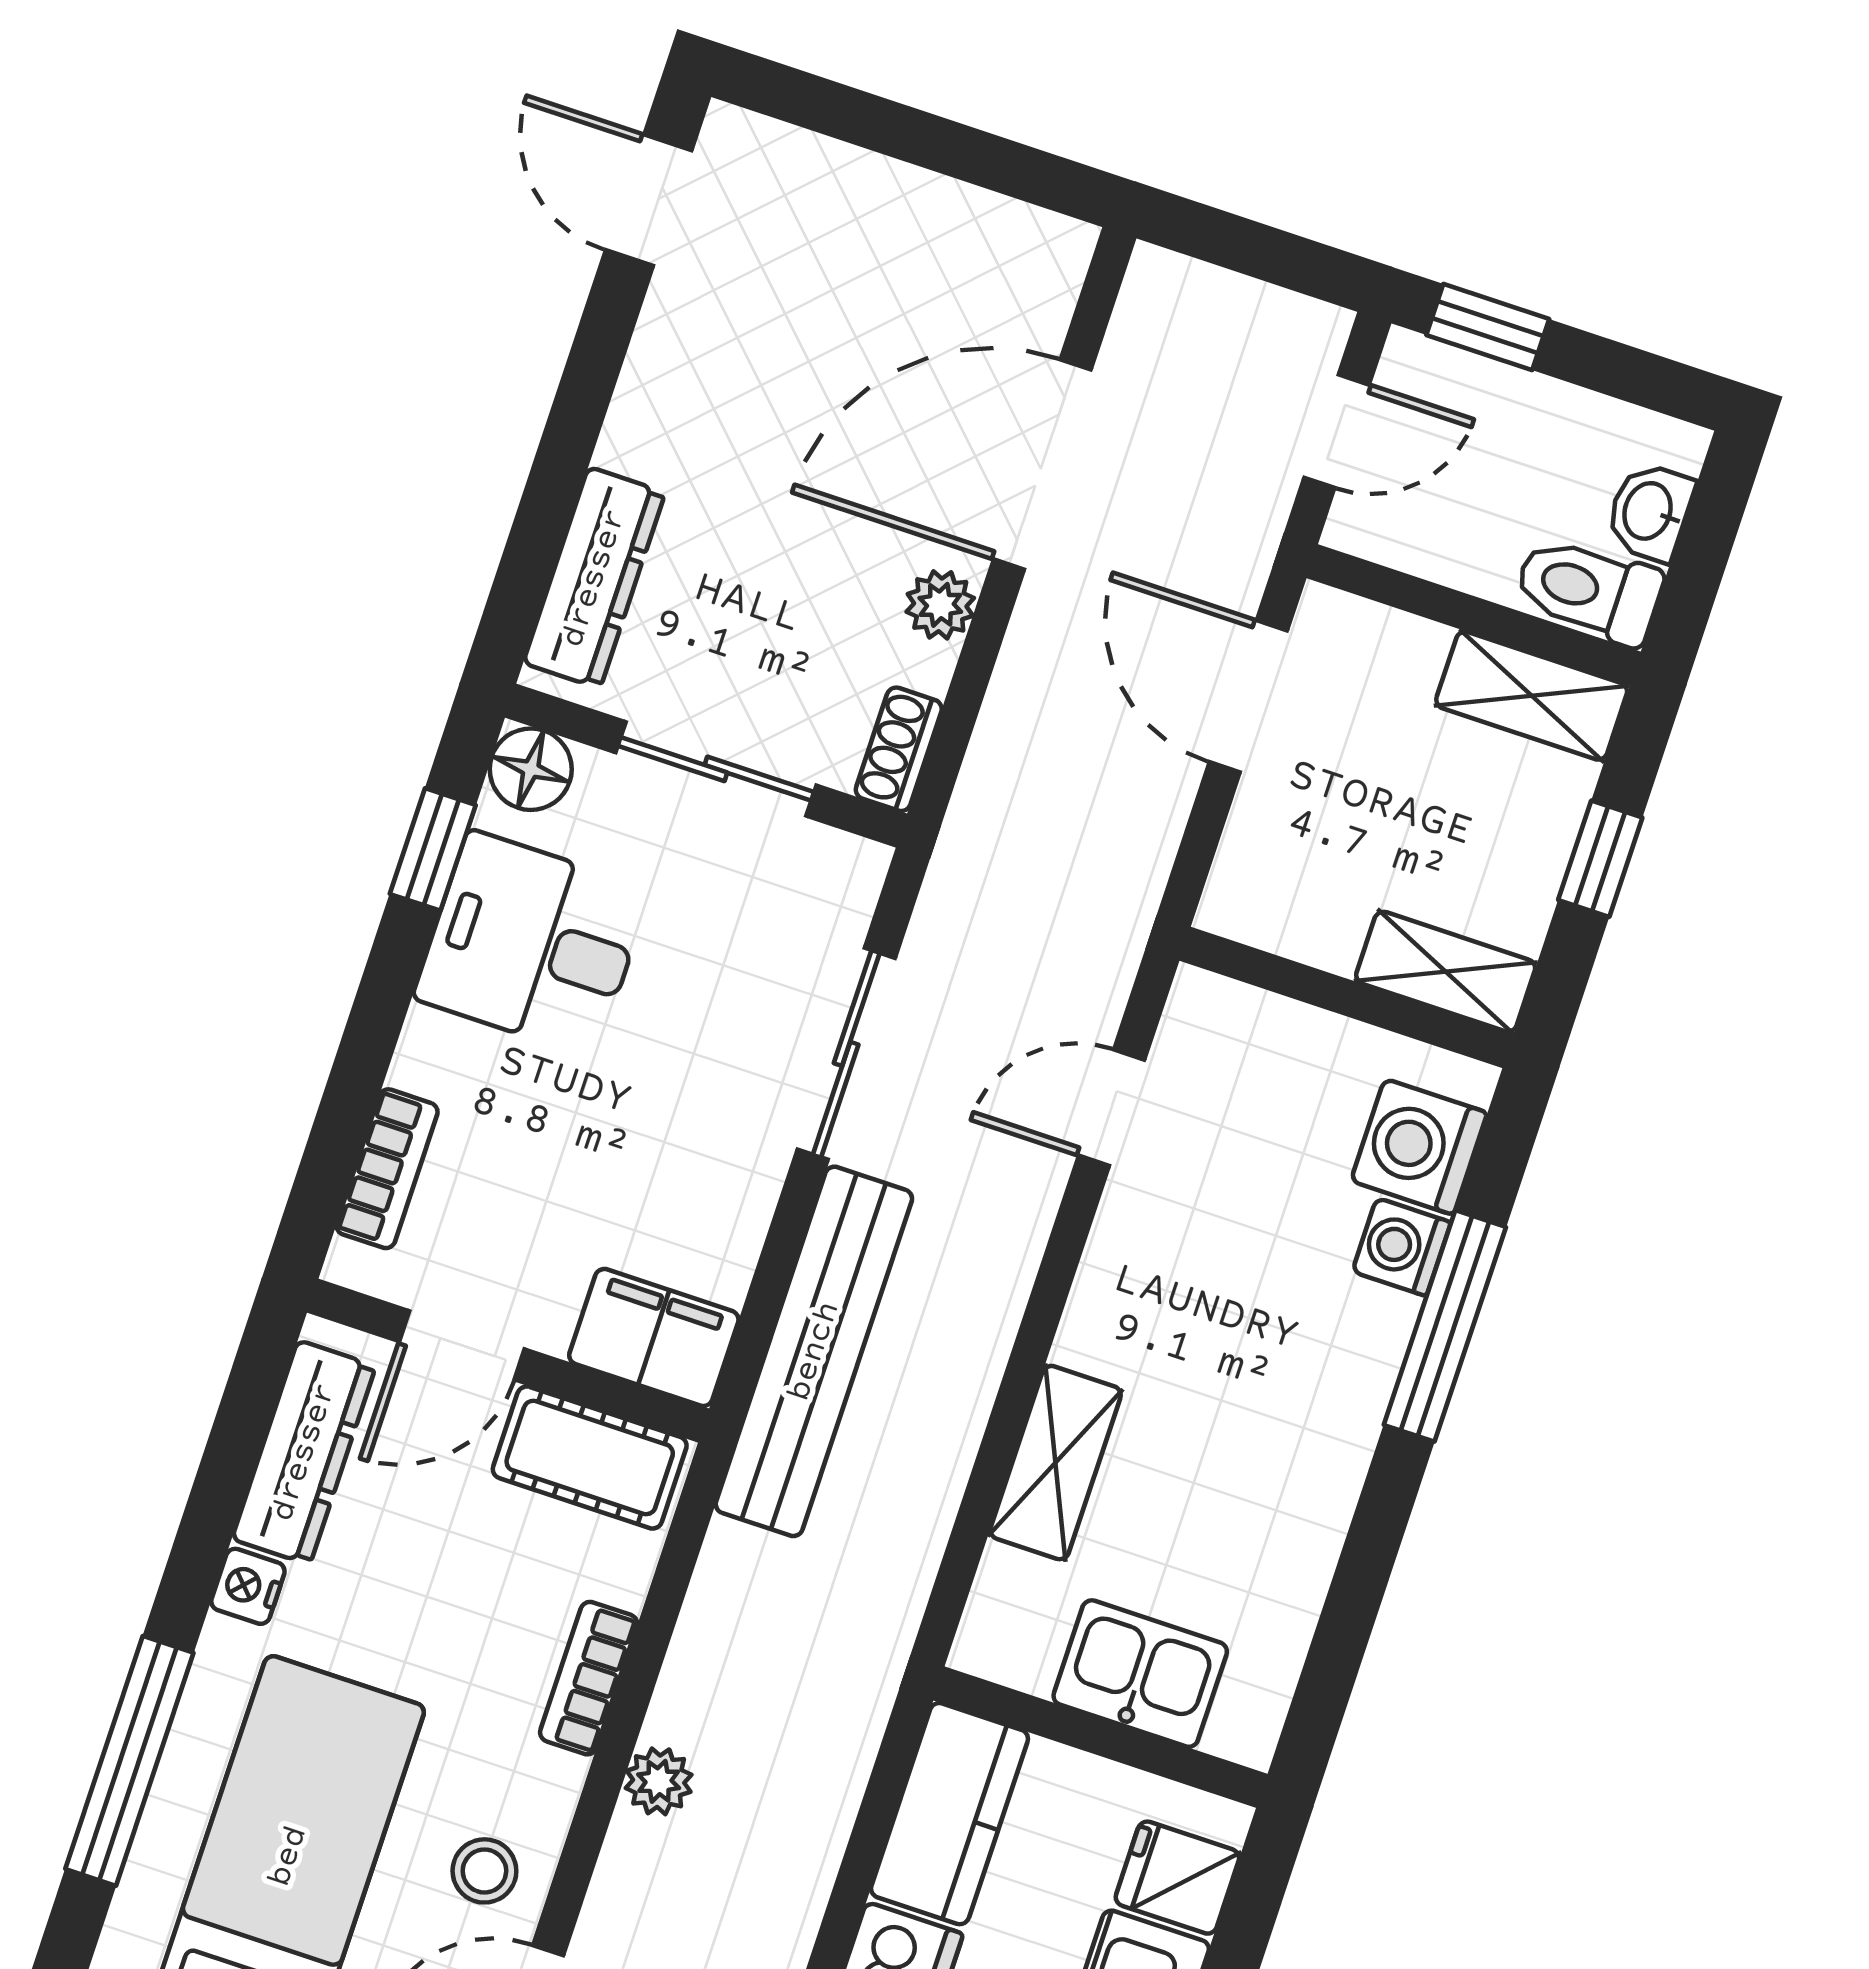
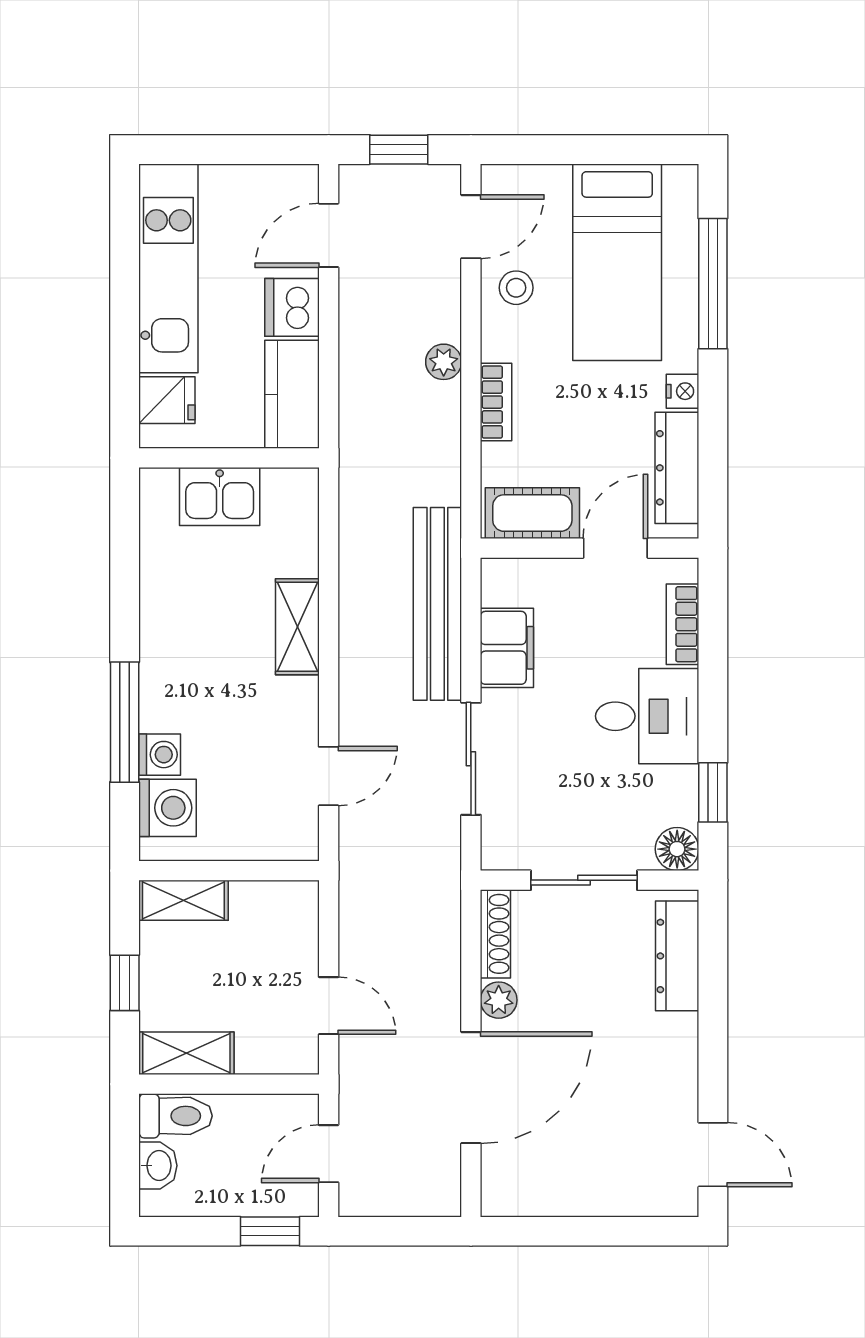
door: (1248, 696) -> (329, 1006), width x0.73
shoe rack: (899, 749) -> (495, 934), width x1.43
desk: (532, 944) -> (647, 716), moved
filing cabinet: (654, 1337) -> (507, 648), moved, turned -90
shelving: (1056, 1463) -> (297, 627), moved

